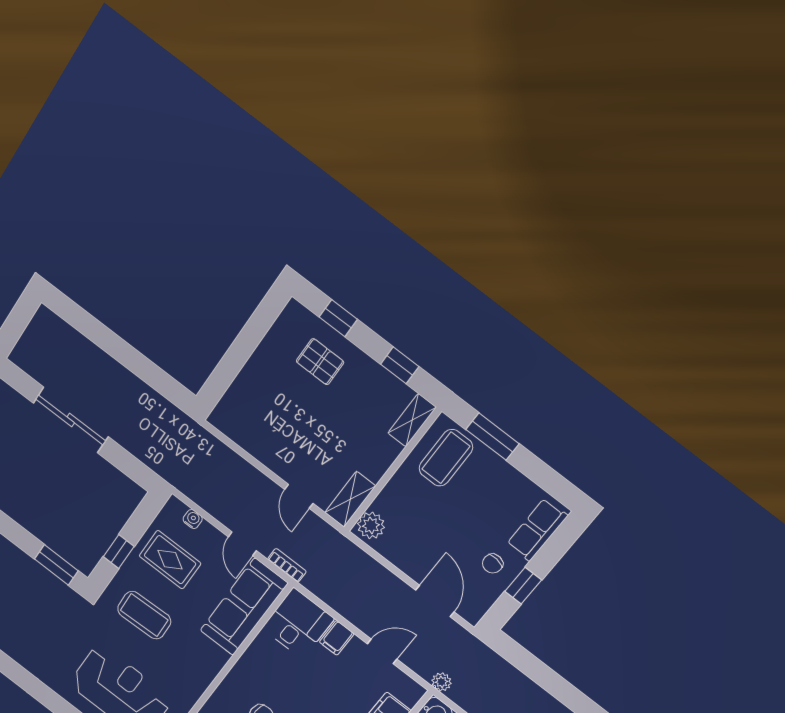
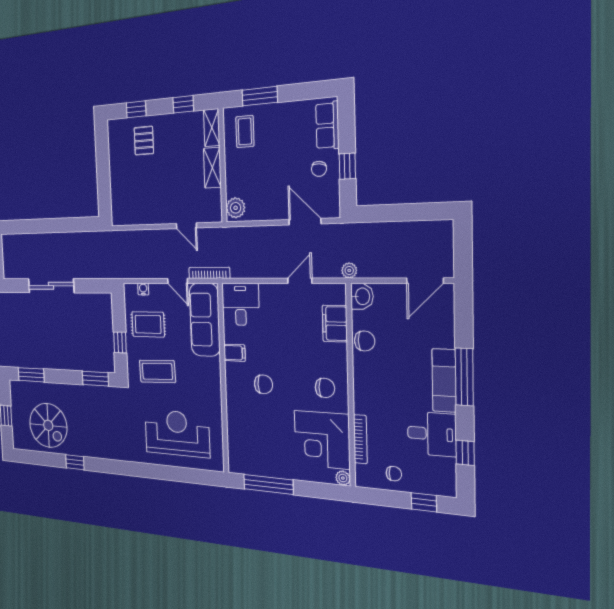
pallet: (320, 362) -> (144, 141), turned 90
coffee table: (446, 458) -> (245, 132), width x0.73, depth x0.77
shelving: (350, 499) -> (212, 168), moved
bookcase: (287, 565) -> (209, 273), width x1.56
filing cabinet: (337, 638) -> (235, 353), moved, turned -90

